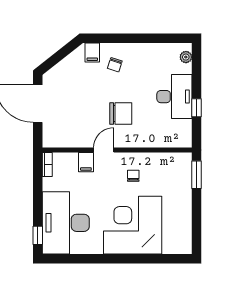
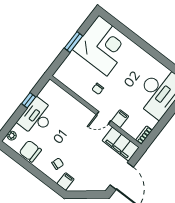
chair: (121, 114) -> (30, 151), moved
filing cabinet: (65, 136) -> (121, 144), added
window: (196, 175) -> (74, 42), moved
corner desk: (133, 225) -> (103, 46), moved, turned -90

